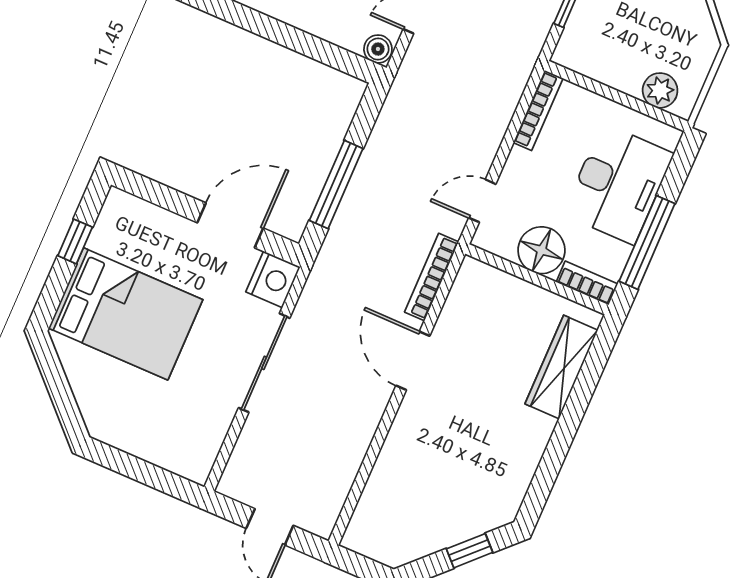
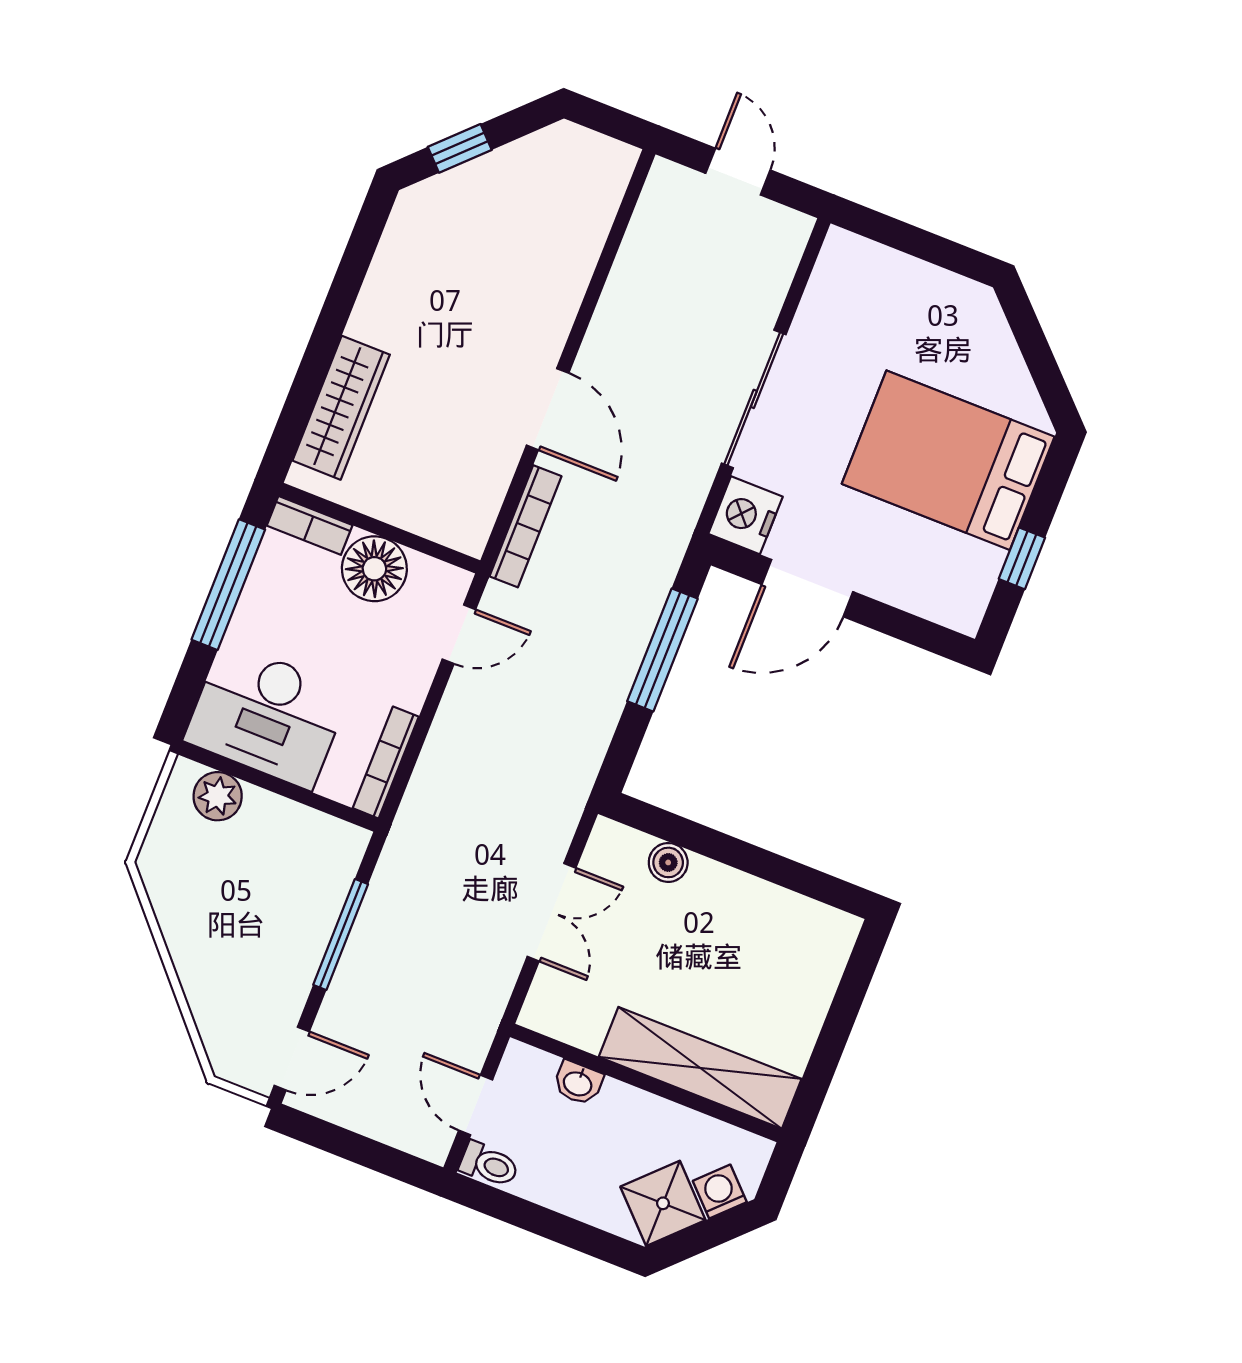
boiler: (378, 49) -> (668, 862), moved
desk: (618, 184) -> (267, 715), moved, turned -90

